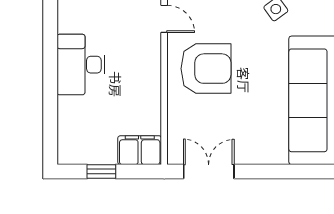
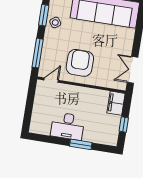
window: (50, 95) -> (81, 144), added

